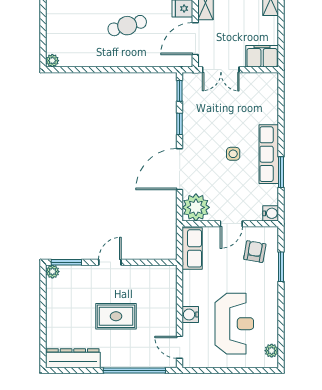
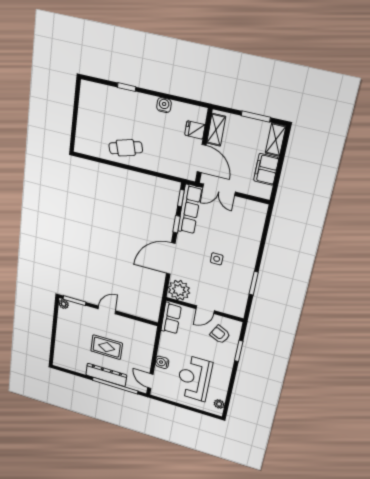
cafe table: (127, 26) -> (126, 148), moved
door: (195, 39) -> (202, 158), swing flipped
filing cabinet: (262, 56) -> (266, 169), moved, turned -90
plant: (52, 61) -> (79, 148), removed
row of seats: (269, 154) -> (190, 210), moved, turned 180
water cooler: (271, 213) -> (238, 311), removed
armchair: (255, 252) -> (220, 334), turned -74
reception desk: (234, 324) -> (194, 378), turned 180
dresser: (73, 358) -> (106, 375), moved

